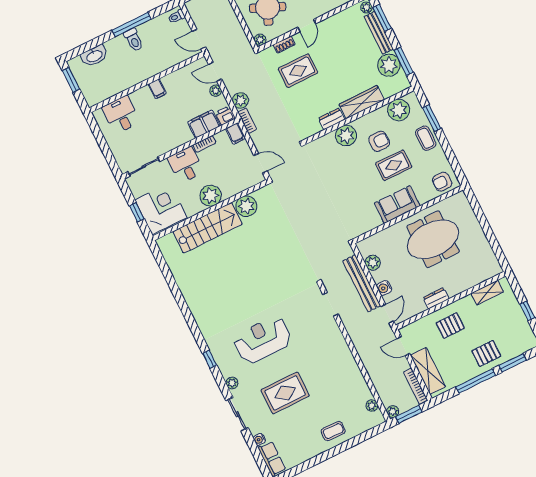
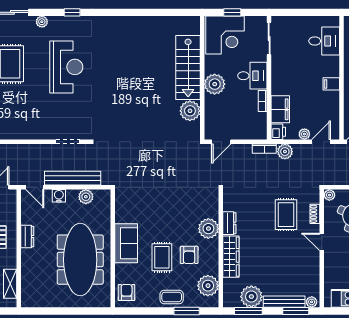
filing cabinet: (235, 134) -> (258, 133), removed
meeting table: (433, 239) -> (80, 260), width x1.36

